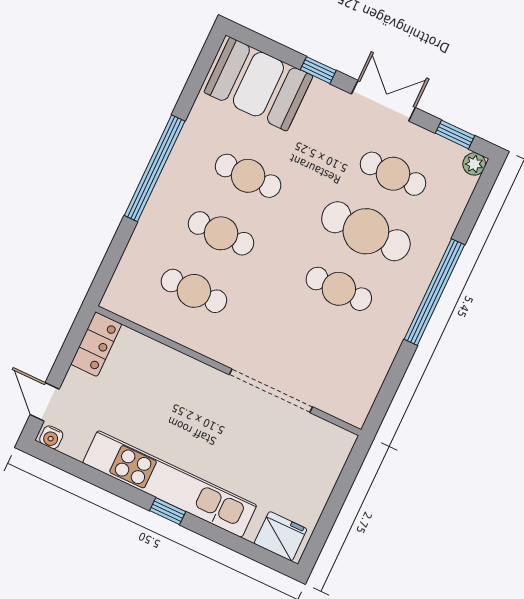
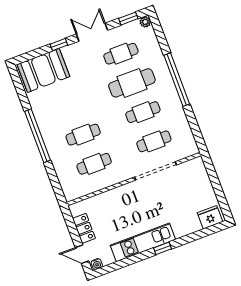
cafe table: (248, 176) -> (154, 141), moved
locker: (96, 344) -> (84, 228), moved
kitchen unit: (170, 484) -> (143, 242), width x0.73

